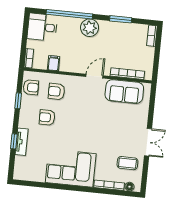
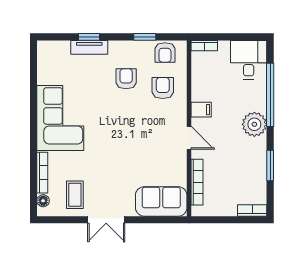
filing cabinet: (54, 63) -> (201, 110), moved
sofa: (124, 92) -> (161, 201), moved, turned 90

